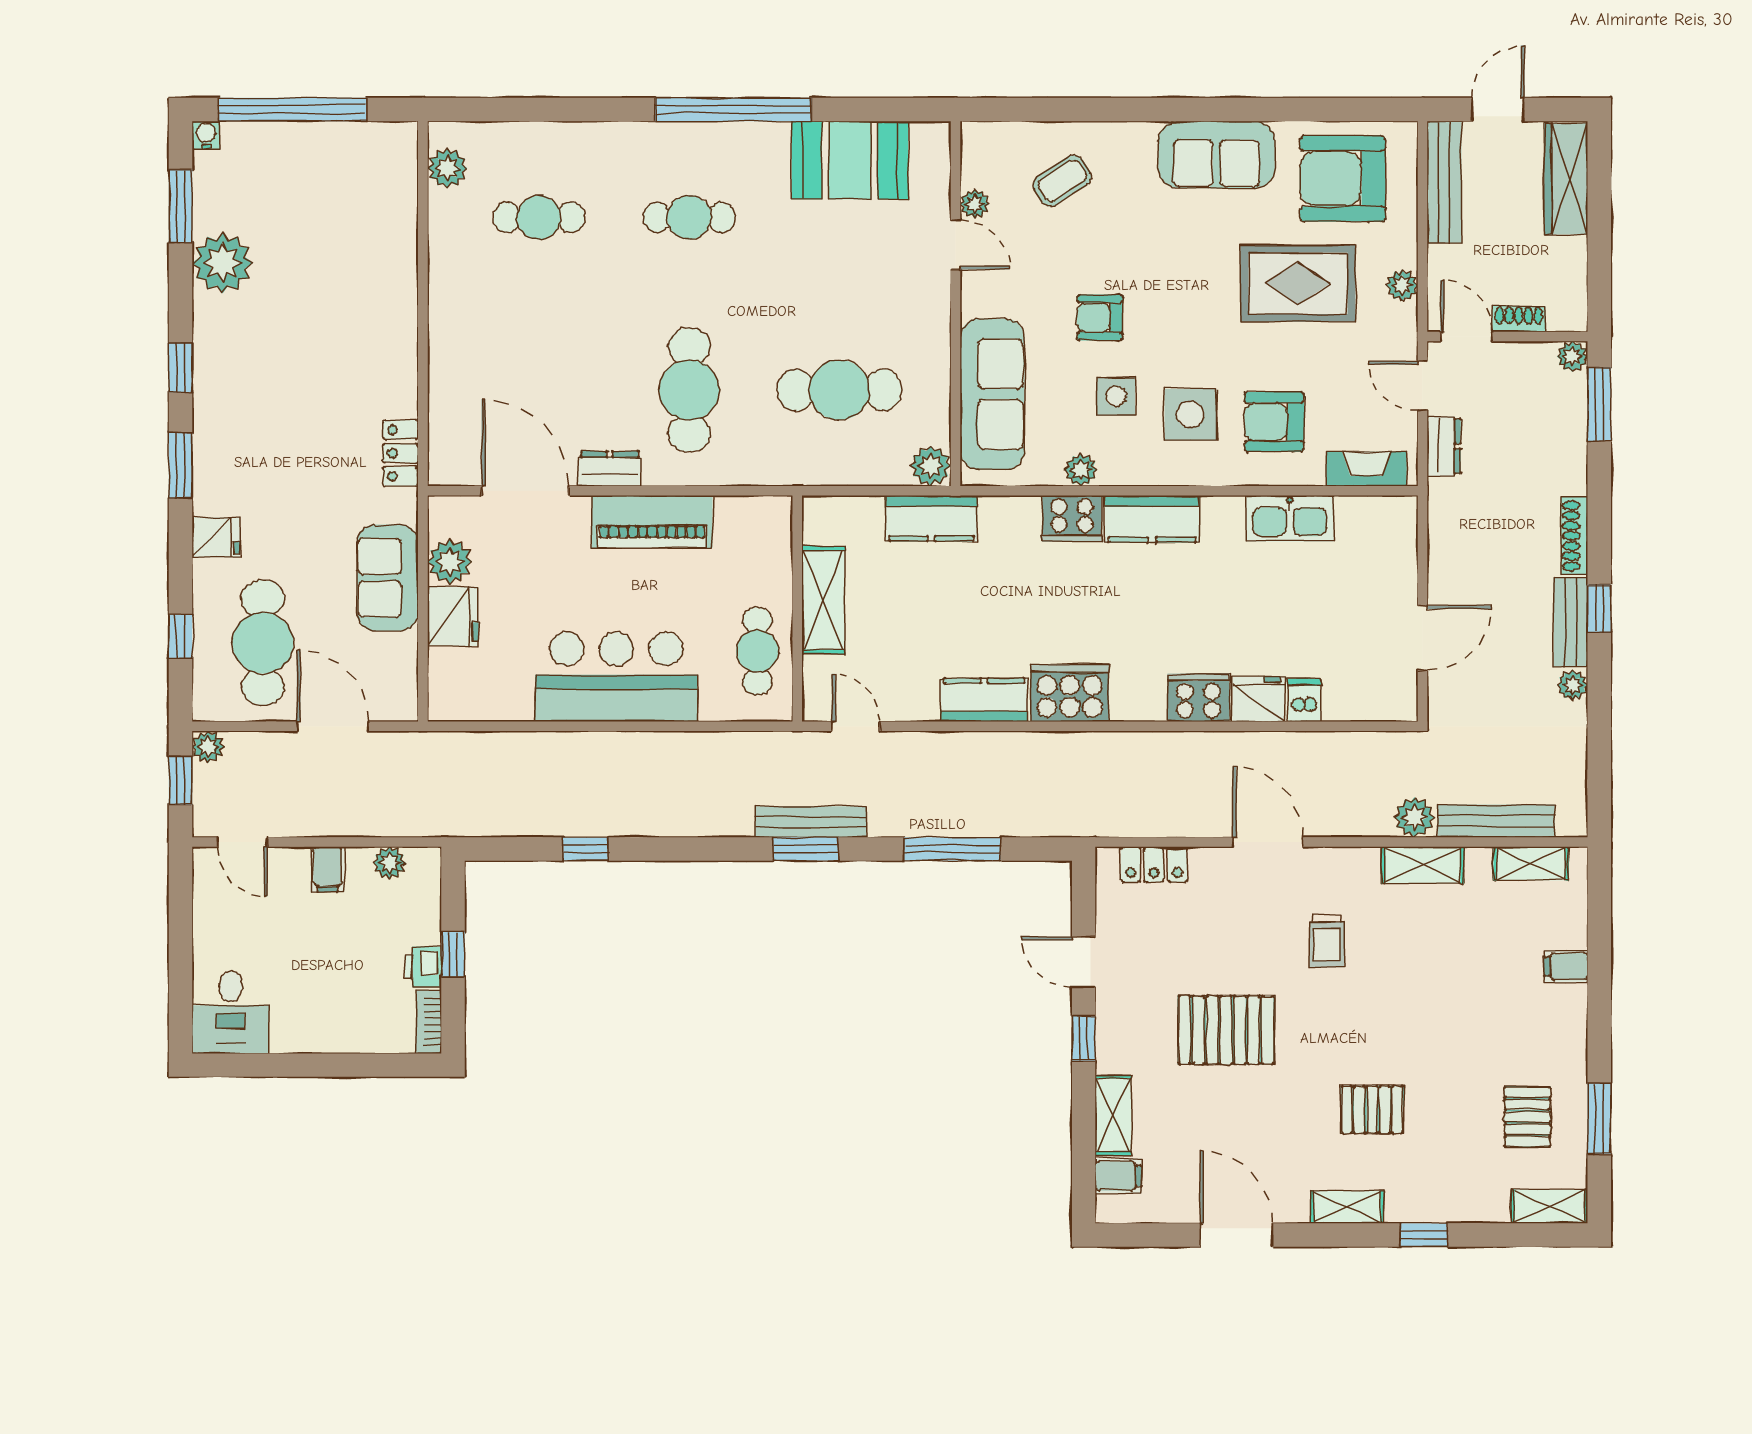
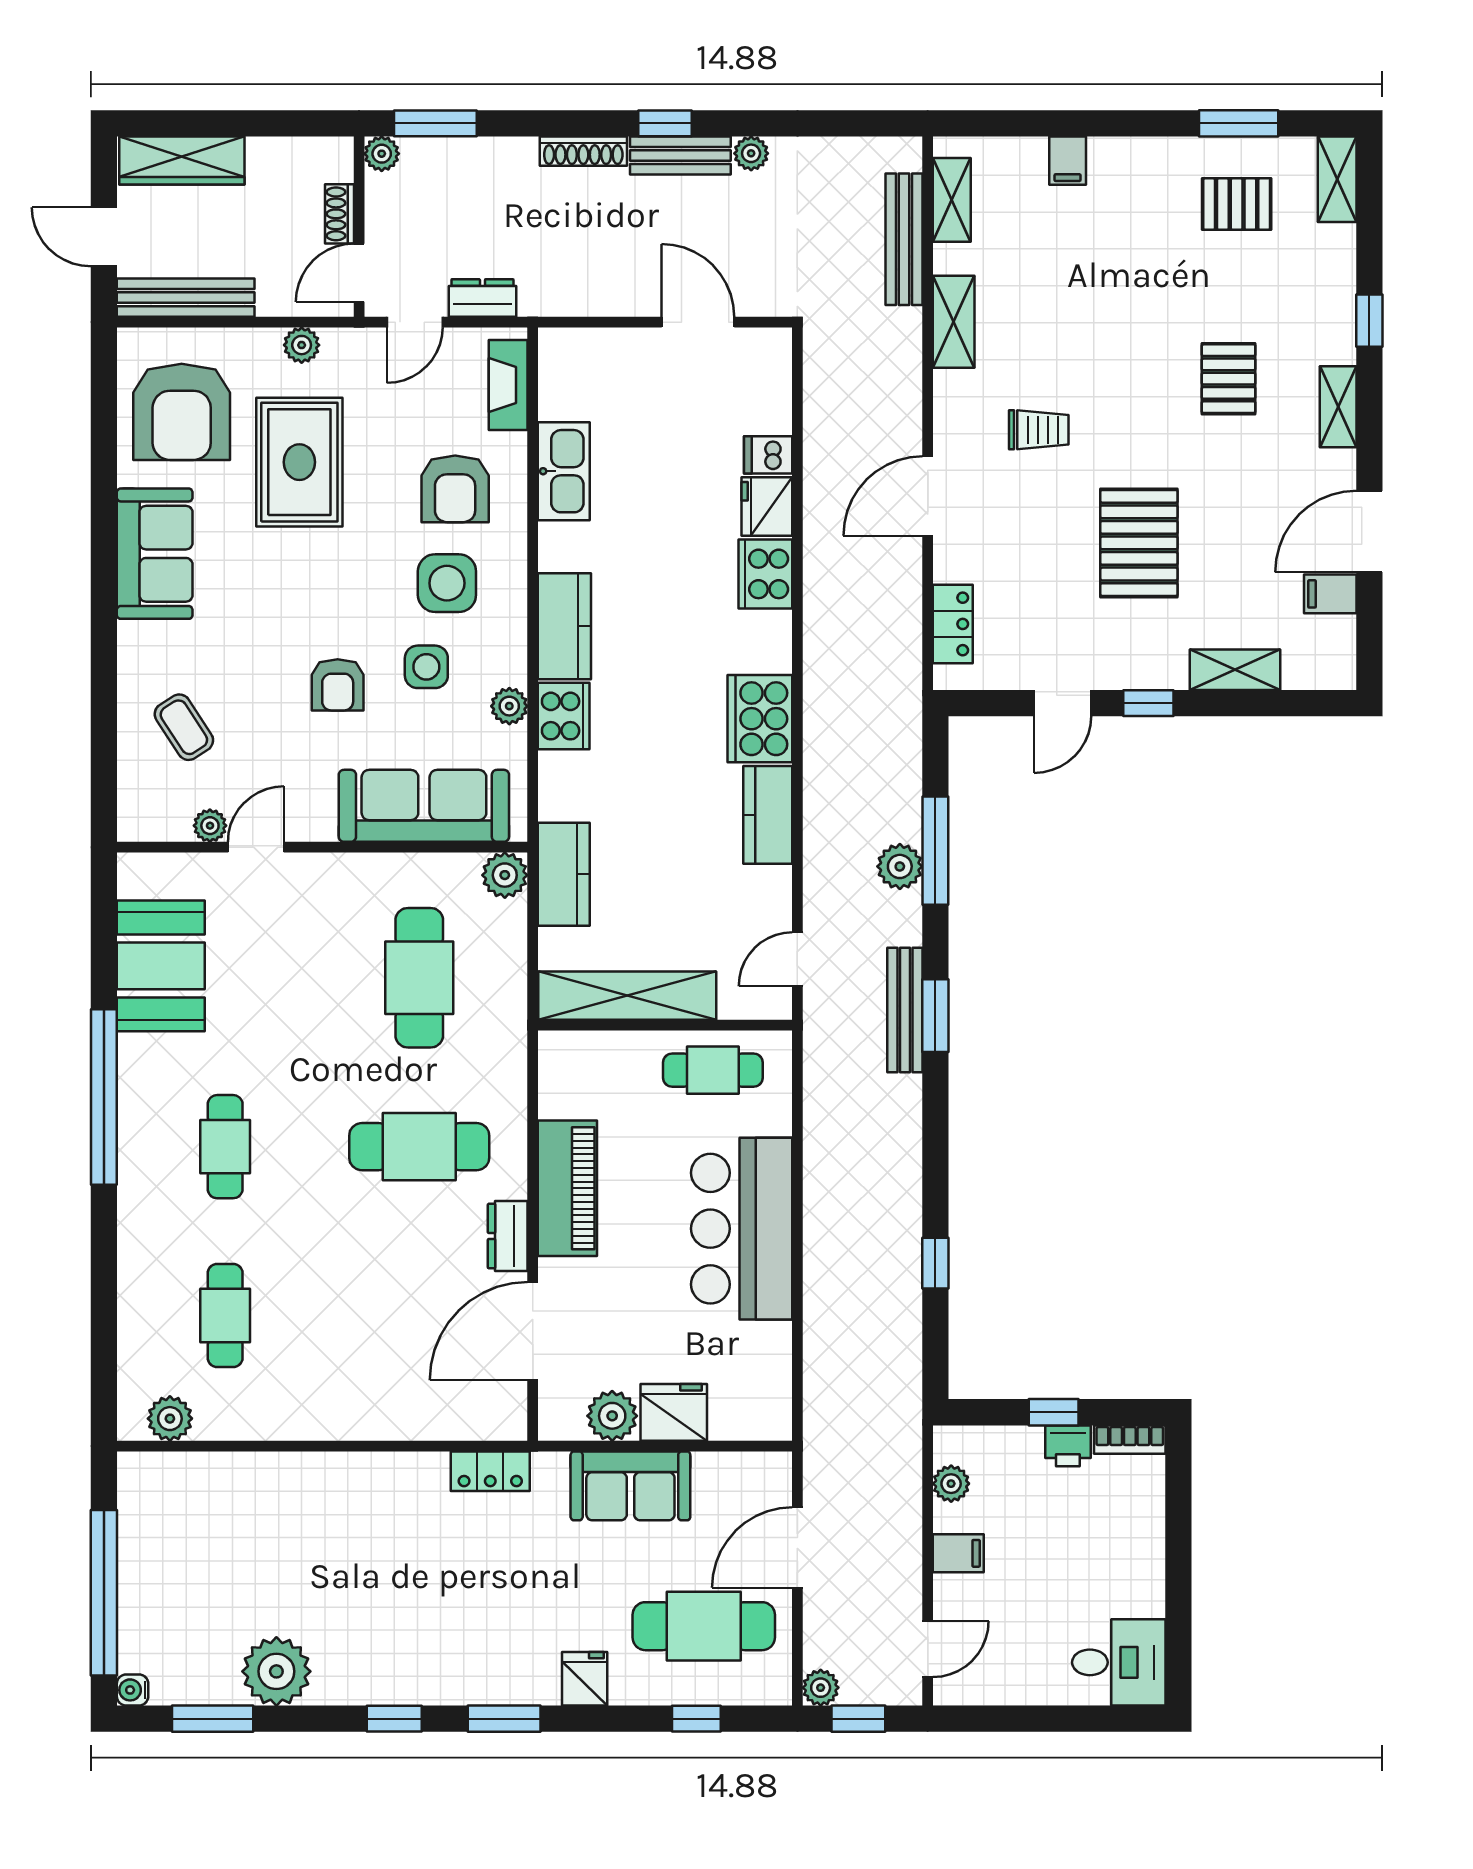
shelving: (823, 600) -> (627, 996), width x1.47
plant: (1414, 817) -> (900, 866), moved
filing cabinet: (1118, 1176) -> (1330, 594), moved, turned -90

